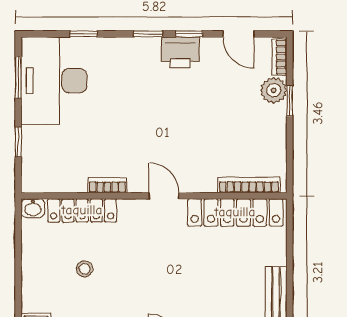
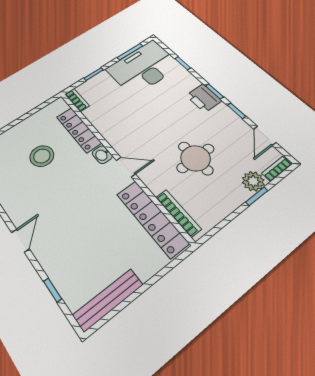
printer: (180, 52) -> (204, 98), moved
round table: (208, 122) -> (196, 158), added
bookcase: (107, 185) -> (77, 100), moved
door: (164, 196) -> (126, 167), hinge flipped
washbasin: (33, 208) -> (102, 155), moved
stool: (85, 269) -> (42, 156), width x1.89, depth x1.89

